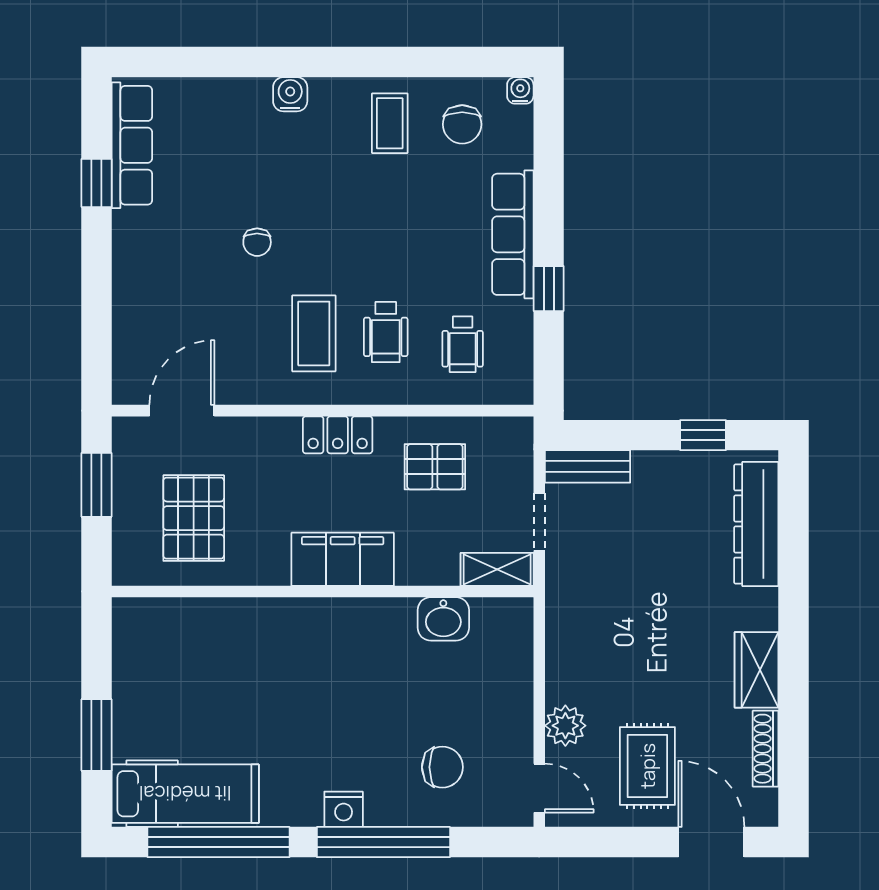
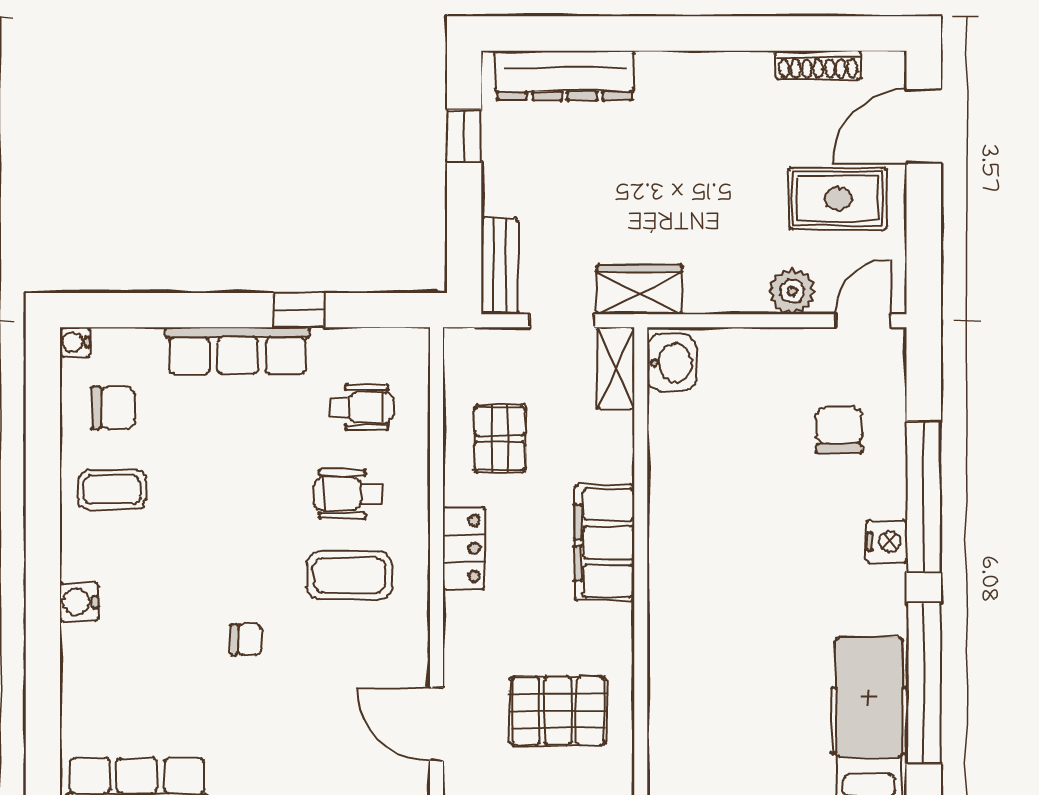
wheelchair: (386, 332) -> (348, 494), turned 180
washbasin: (443, 619) -> (672, 363), moved
wardrobe: (757, 670) -> (639, 290), moved, turned 180

